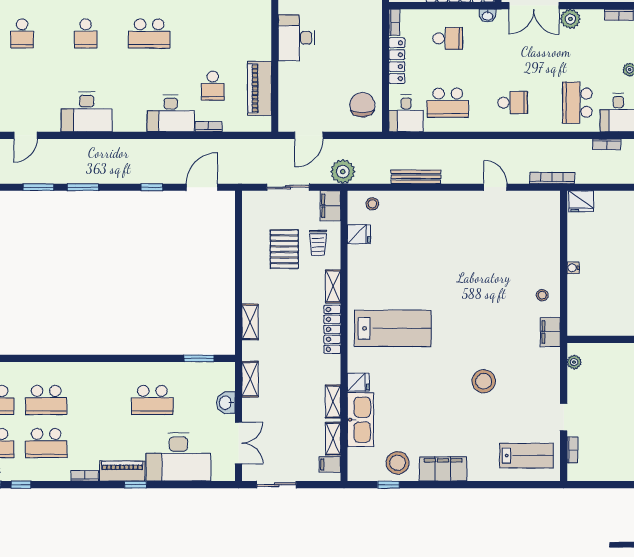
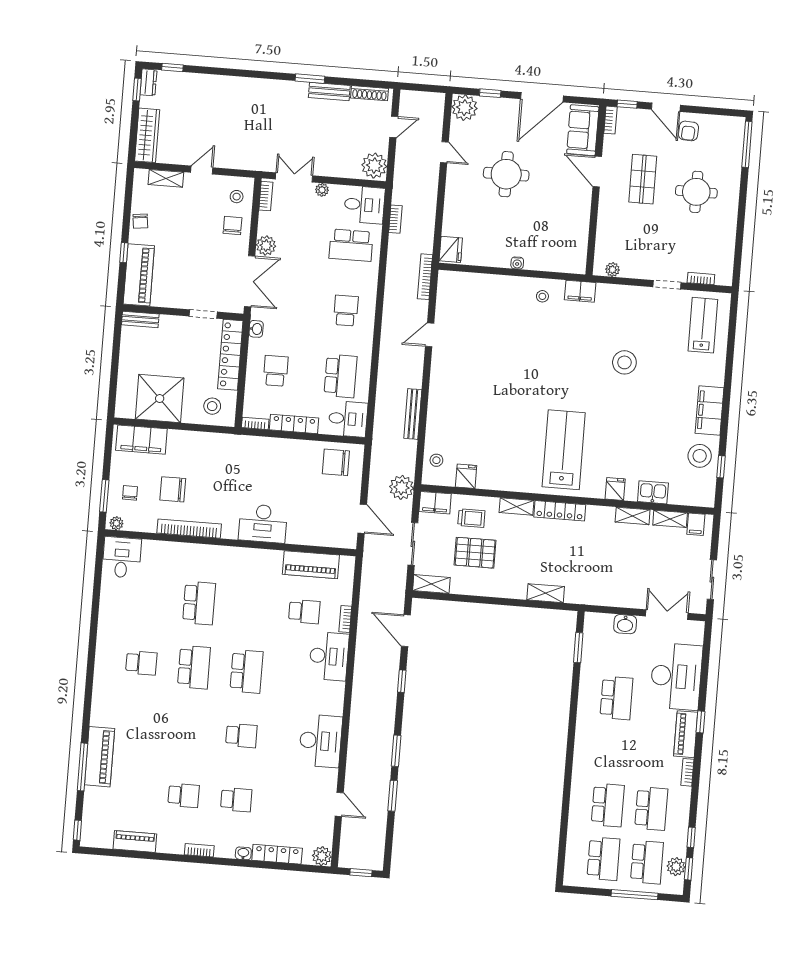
shelving: (250, 379) -> (431, 584), moved
kitchen sink: (360, 420) -> (653, 492), width x0.53, depth x0.81

